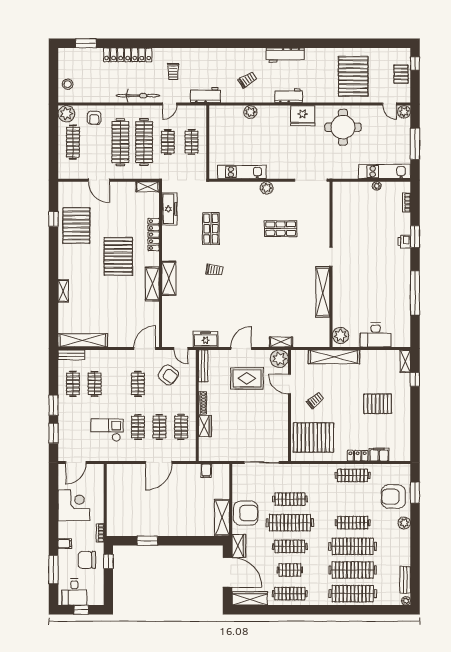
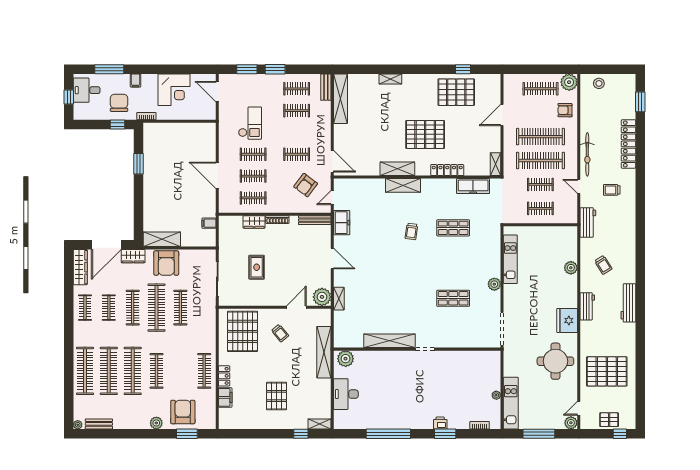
shop shelf: (281, 229) -> (453, 298), turned 90
rug: (247, 378) -> (257, 267), moved, width x0.73, depth x0.70
clothes rail: (290, 594) -> (85, 308), width x0.73

